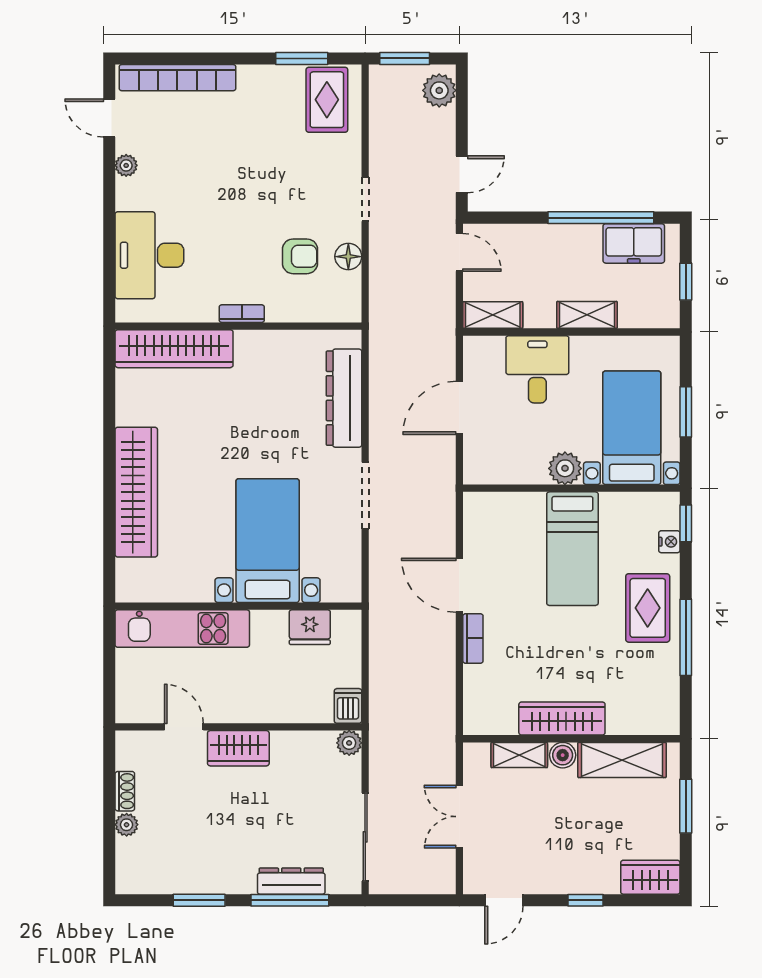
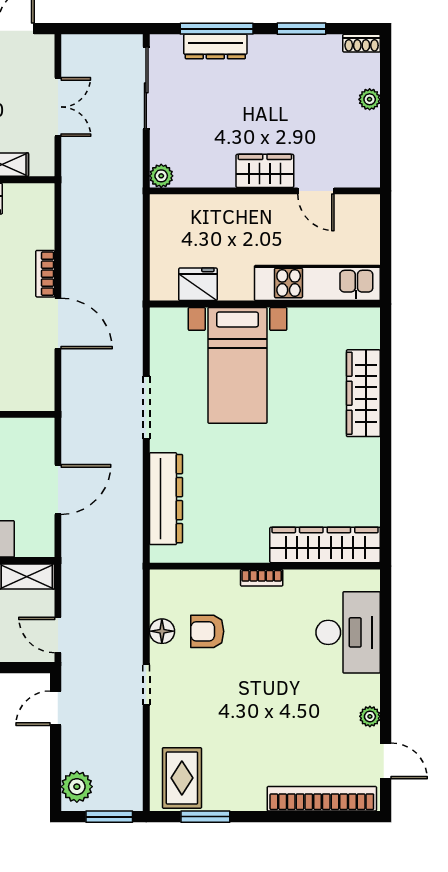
wardrobe: (136, 492) -> (363, 393), width x0.71, depth x0.85
dishwasher: (348, 706) -> (162, 211), removed
shoe rack: (125, 791) -> (362, 43), moved, turned -90

